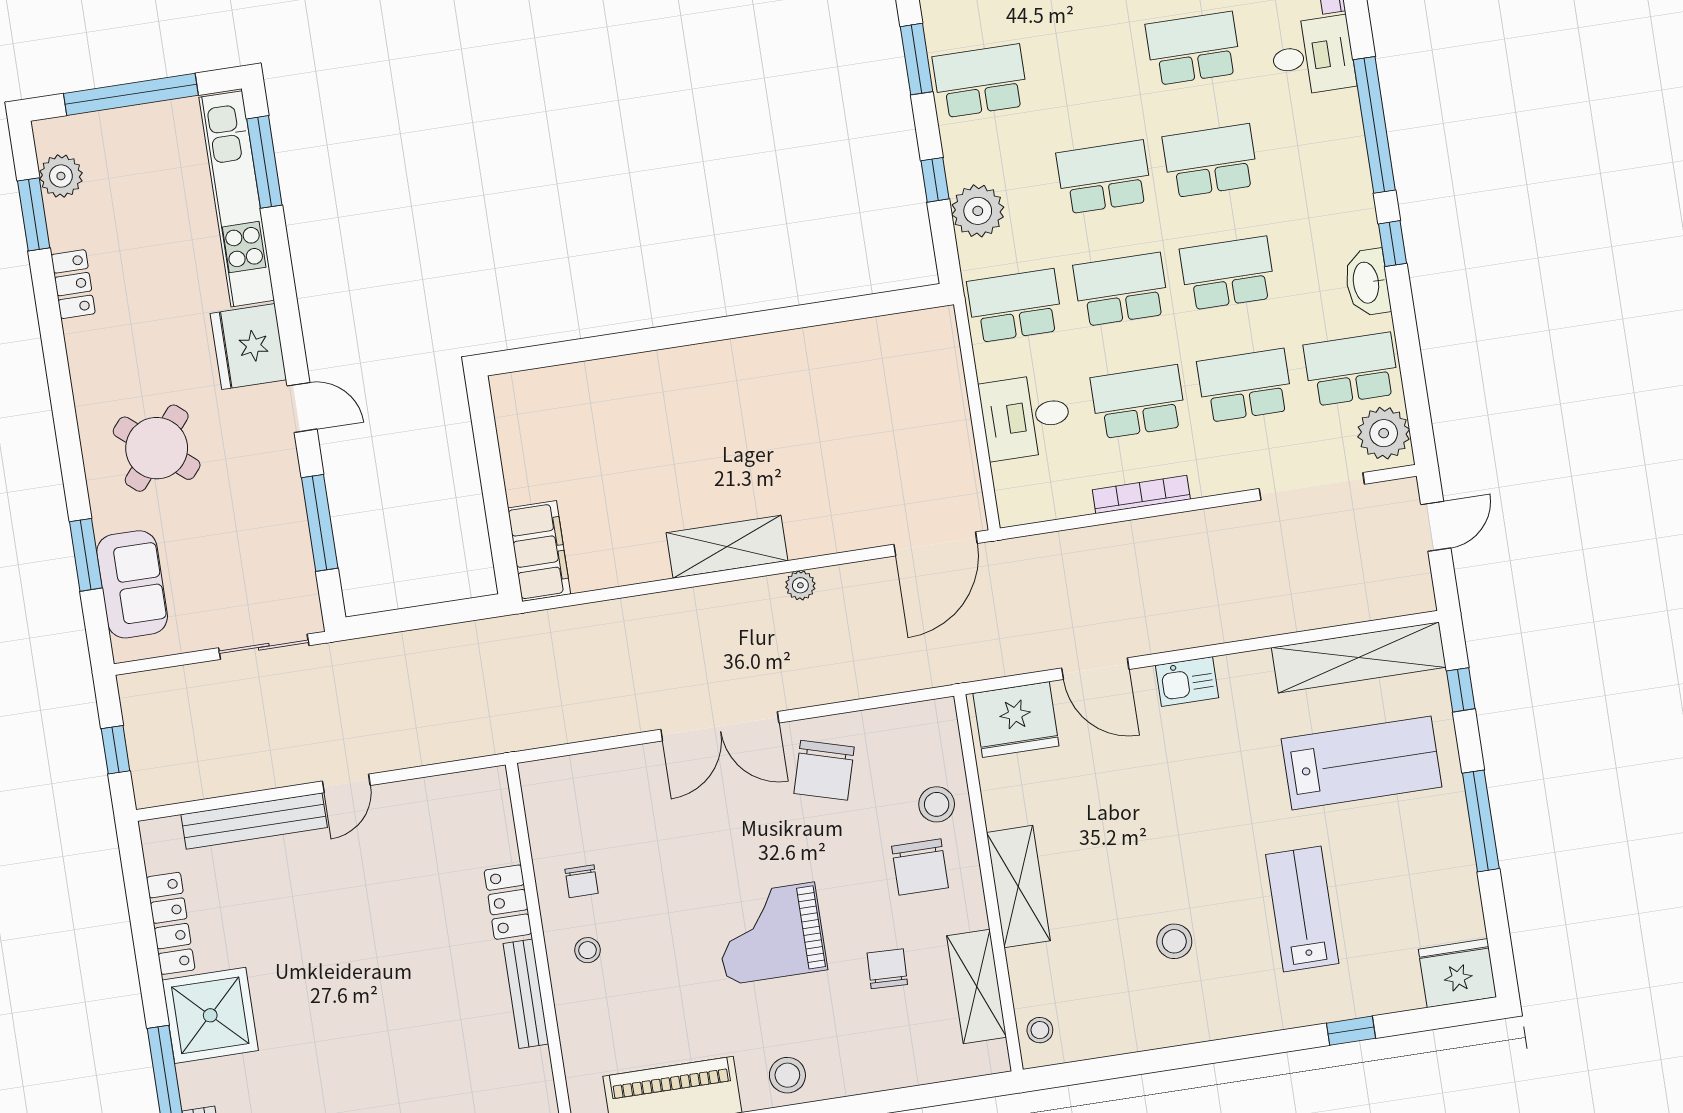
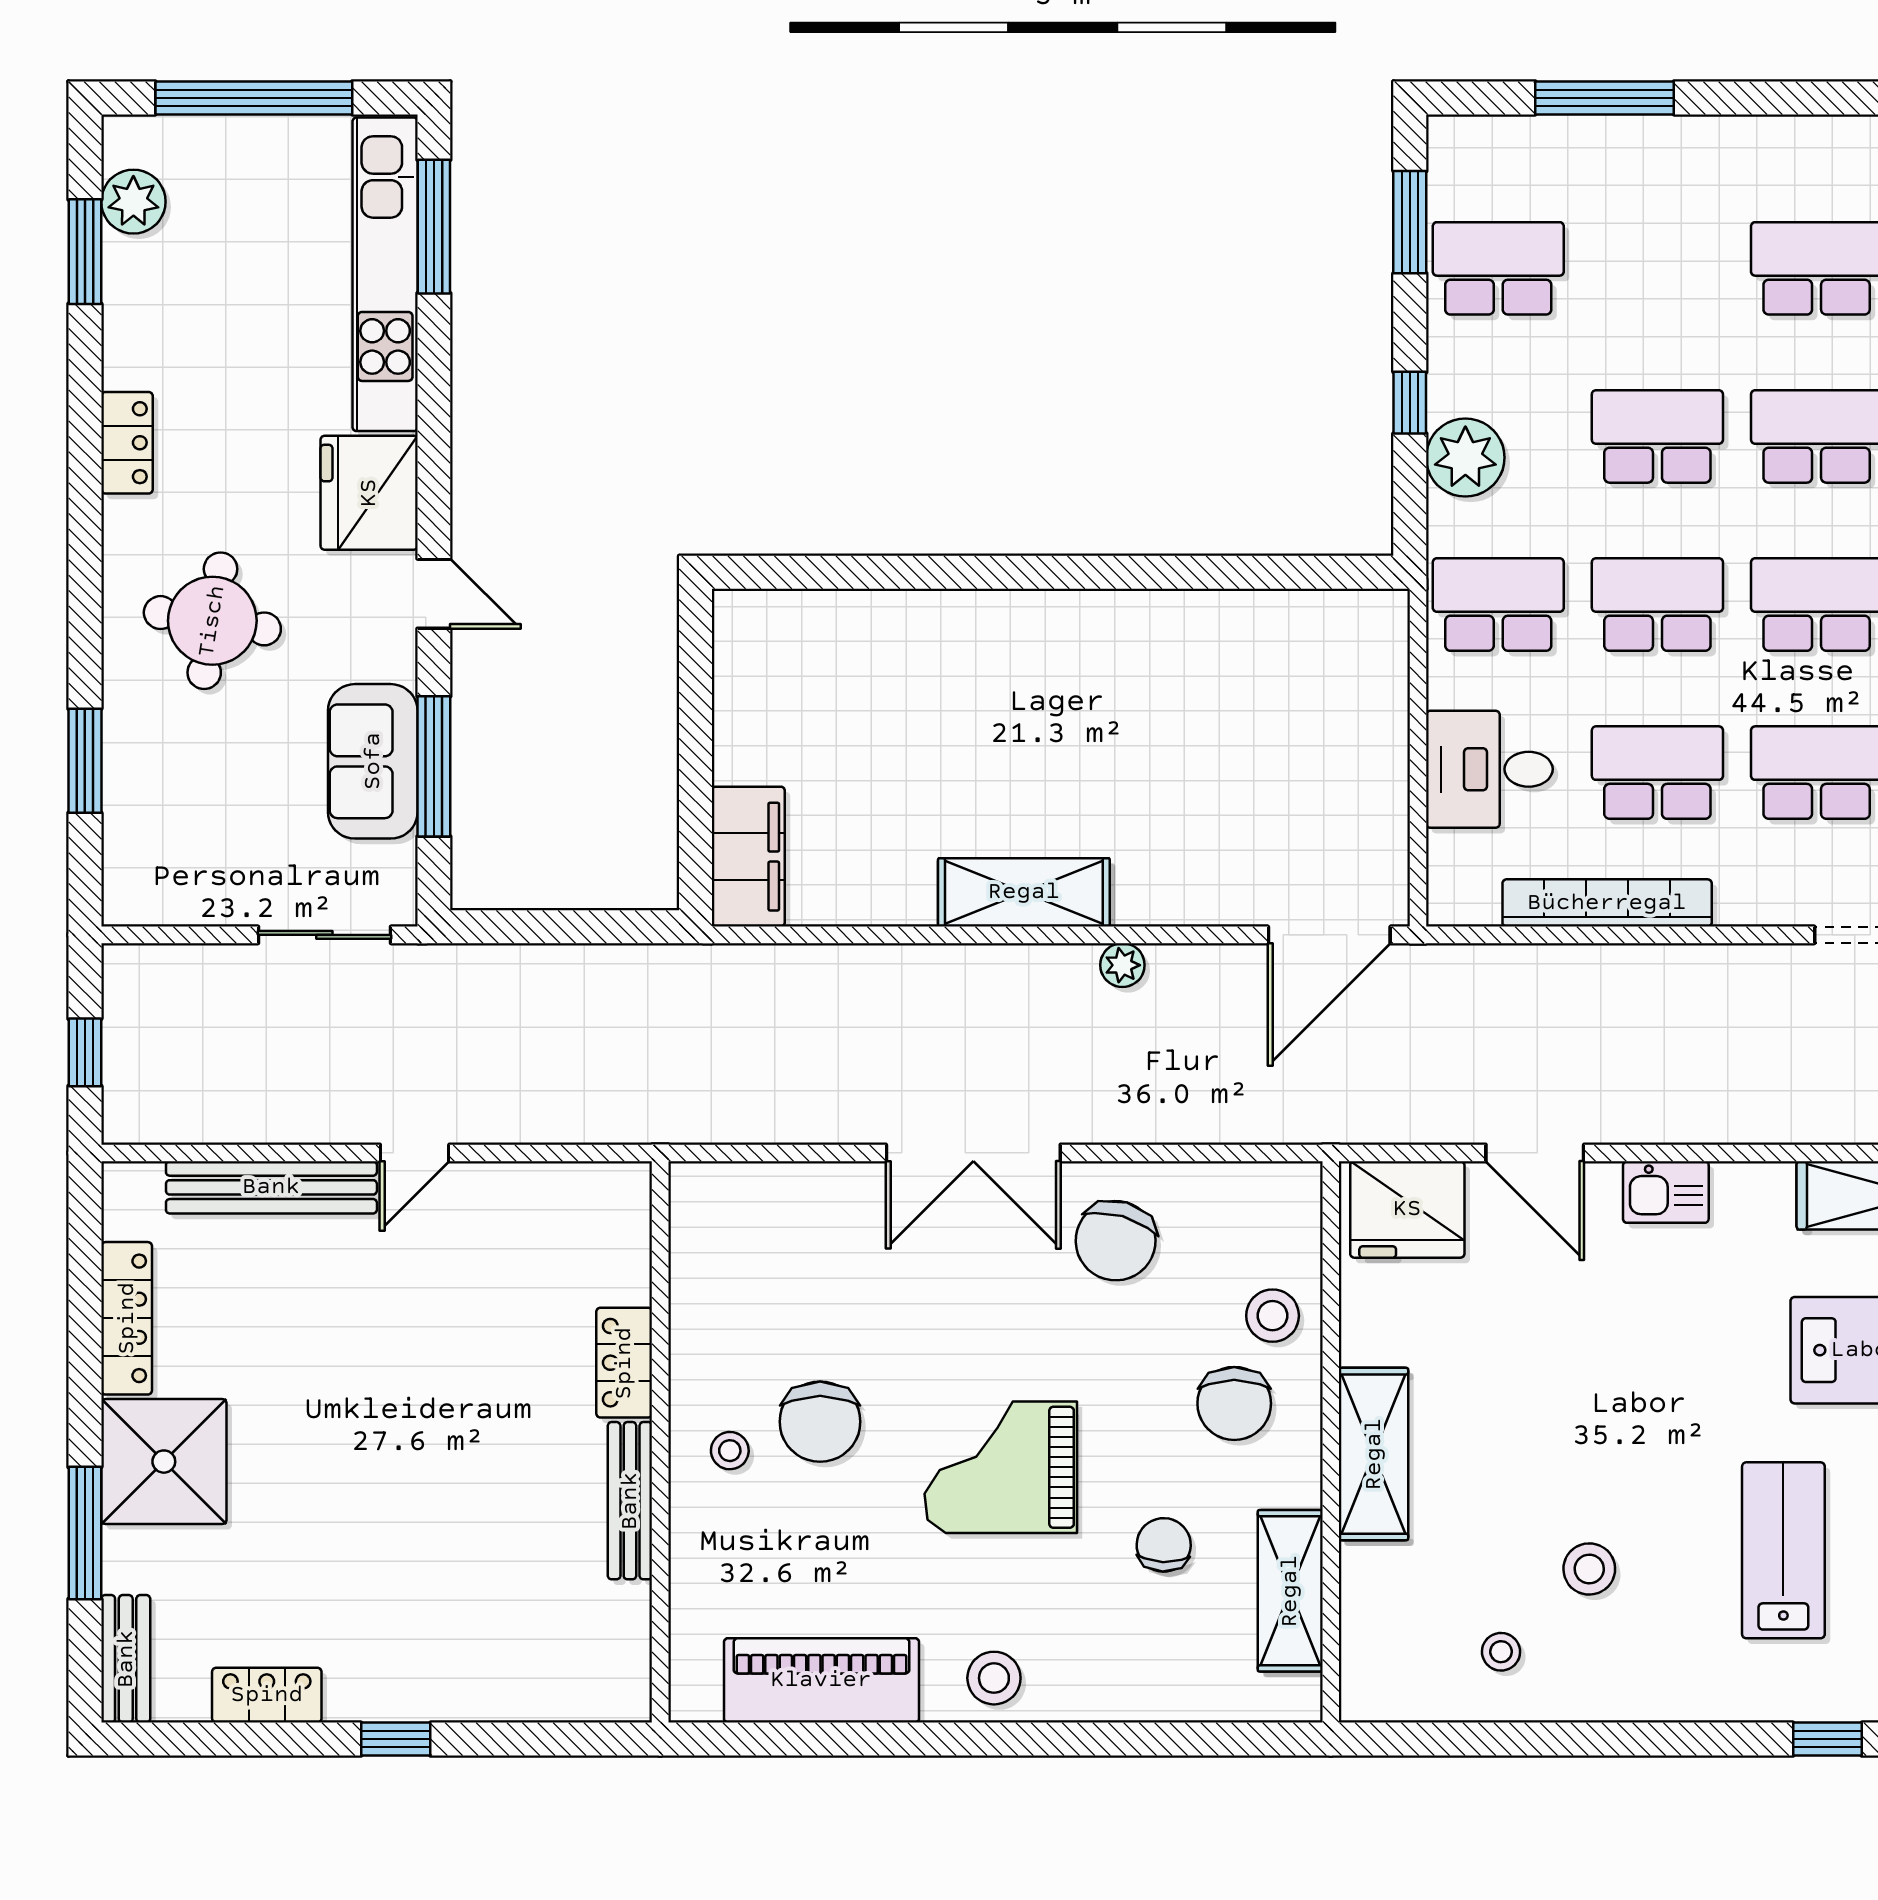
locker: (73, 284) -> (127, 443), moved
round table: (157, 448) -> (212, 621), turned -31
bookcase: (1141, 494) -> (1607, 903), width x1.48, depth x1.31
sofa: (132, 584) -> (373, 761), moved, turned 180
chair: (582, 881) -> (820, 1422), moved, width x1.87, depth x1.87
stool: (1040, 1030) -> (1501, 1652), moved

